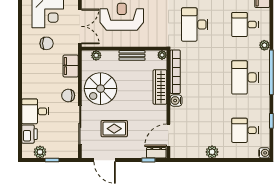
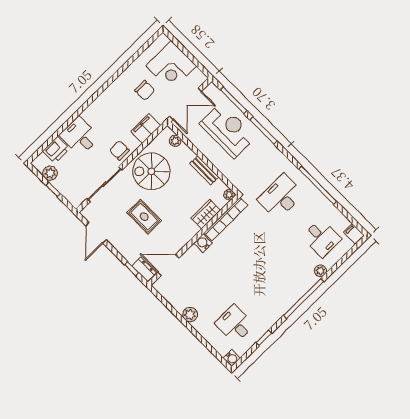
desk: (245, 25) -> (322, 238), turned 180
desk: (245, 77) -> (278, 281), removed
wardrobe: (160, 87) -> (206, 214), width x0.67
rug: (114, 129) -> (144, 217), moved

